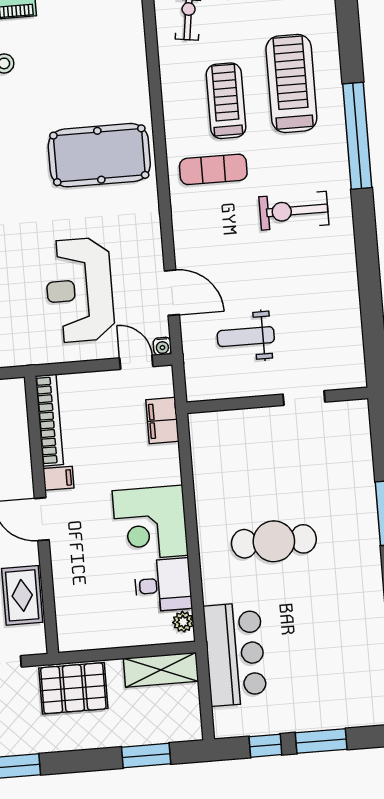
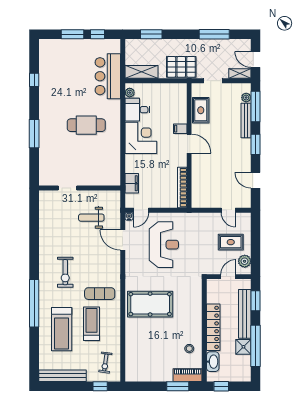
treadmill: (226, 101) -> (91, 324), turned 180
exercise bike: (294, 211) -> (65, 272), turned 90
weight bench: (246, 337) -> (91, 218), turned 180
door: (136, 362) -> (141, 210), hinge flipped
filing cabinet: (58, 478) -> (180, 129), moved

